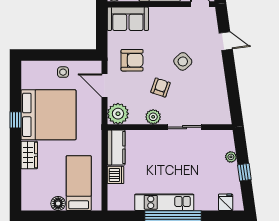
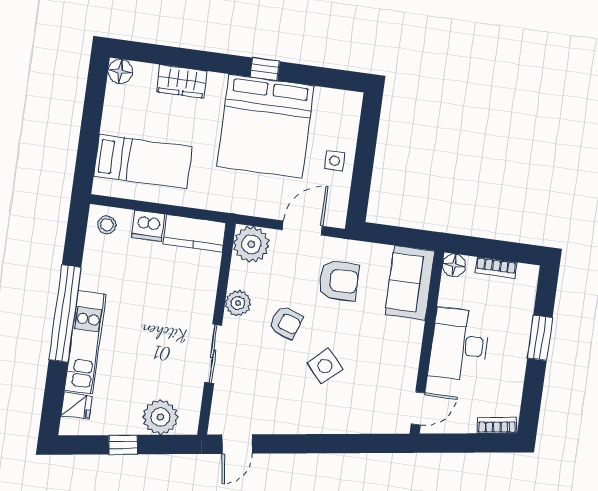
door: (226, 41) -> (237, 444), moved
armchair: (132, 60) -> (339, 280), turned -90
wardrobe: (29, 155) -> (182, 81), moved
plant: (231, 157) -> (160, 417), width x1.87, depth x1.87
stool: (118, 199) -> (107, 225), added
kitchen unit: (164, 202) -> (85, 342), moved
floor lamp: (58, 203) -> (120, 71), moved

